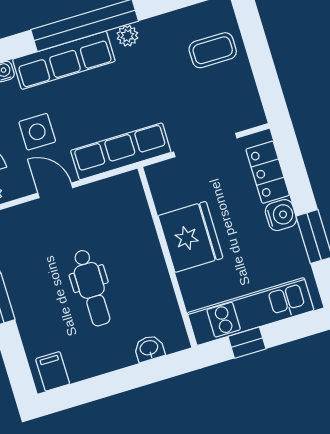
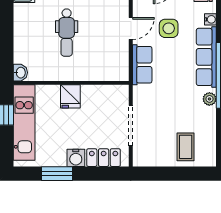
row of seats: (121, 151) -> (142, 65), width x0.68
fridge: (190, 237) -> (70, 96), width x0.53, depth x0.75
dental chair: (91, 288) -> (67, 33), turned -90
washbasin: (149, 348) -> (20, 73), moved

